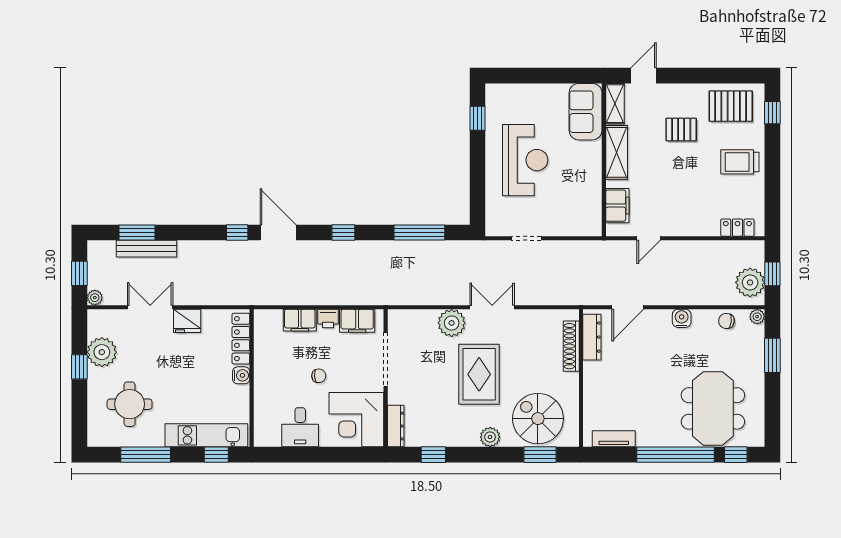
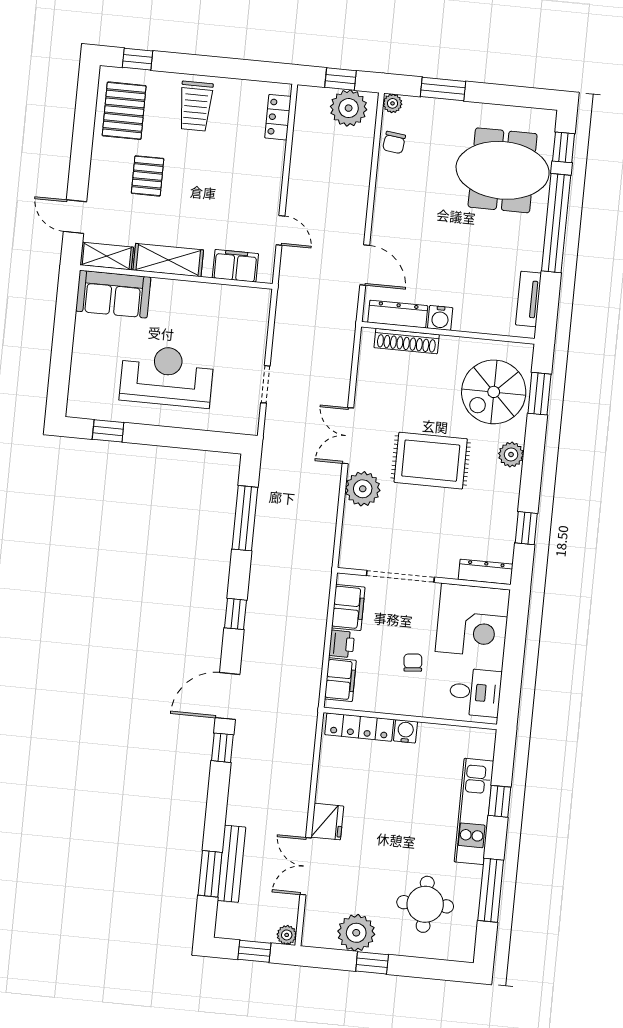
water cooler: (682, 318) -> (440, 318), moved, turned -90
locker: (241, 339) -> (359, 727), moved
water cooler: (241, 375) -> (405, 731), moved
wall: (252, 378) -> (410, 718), moved

